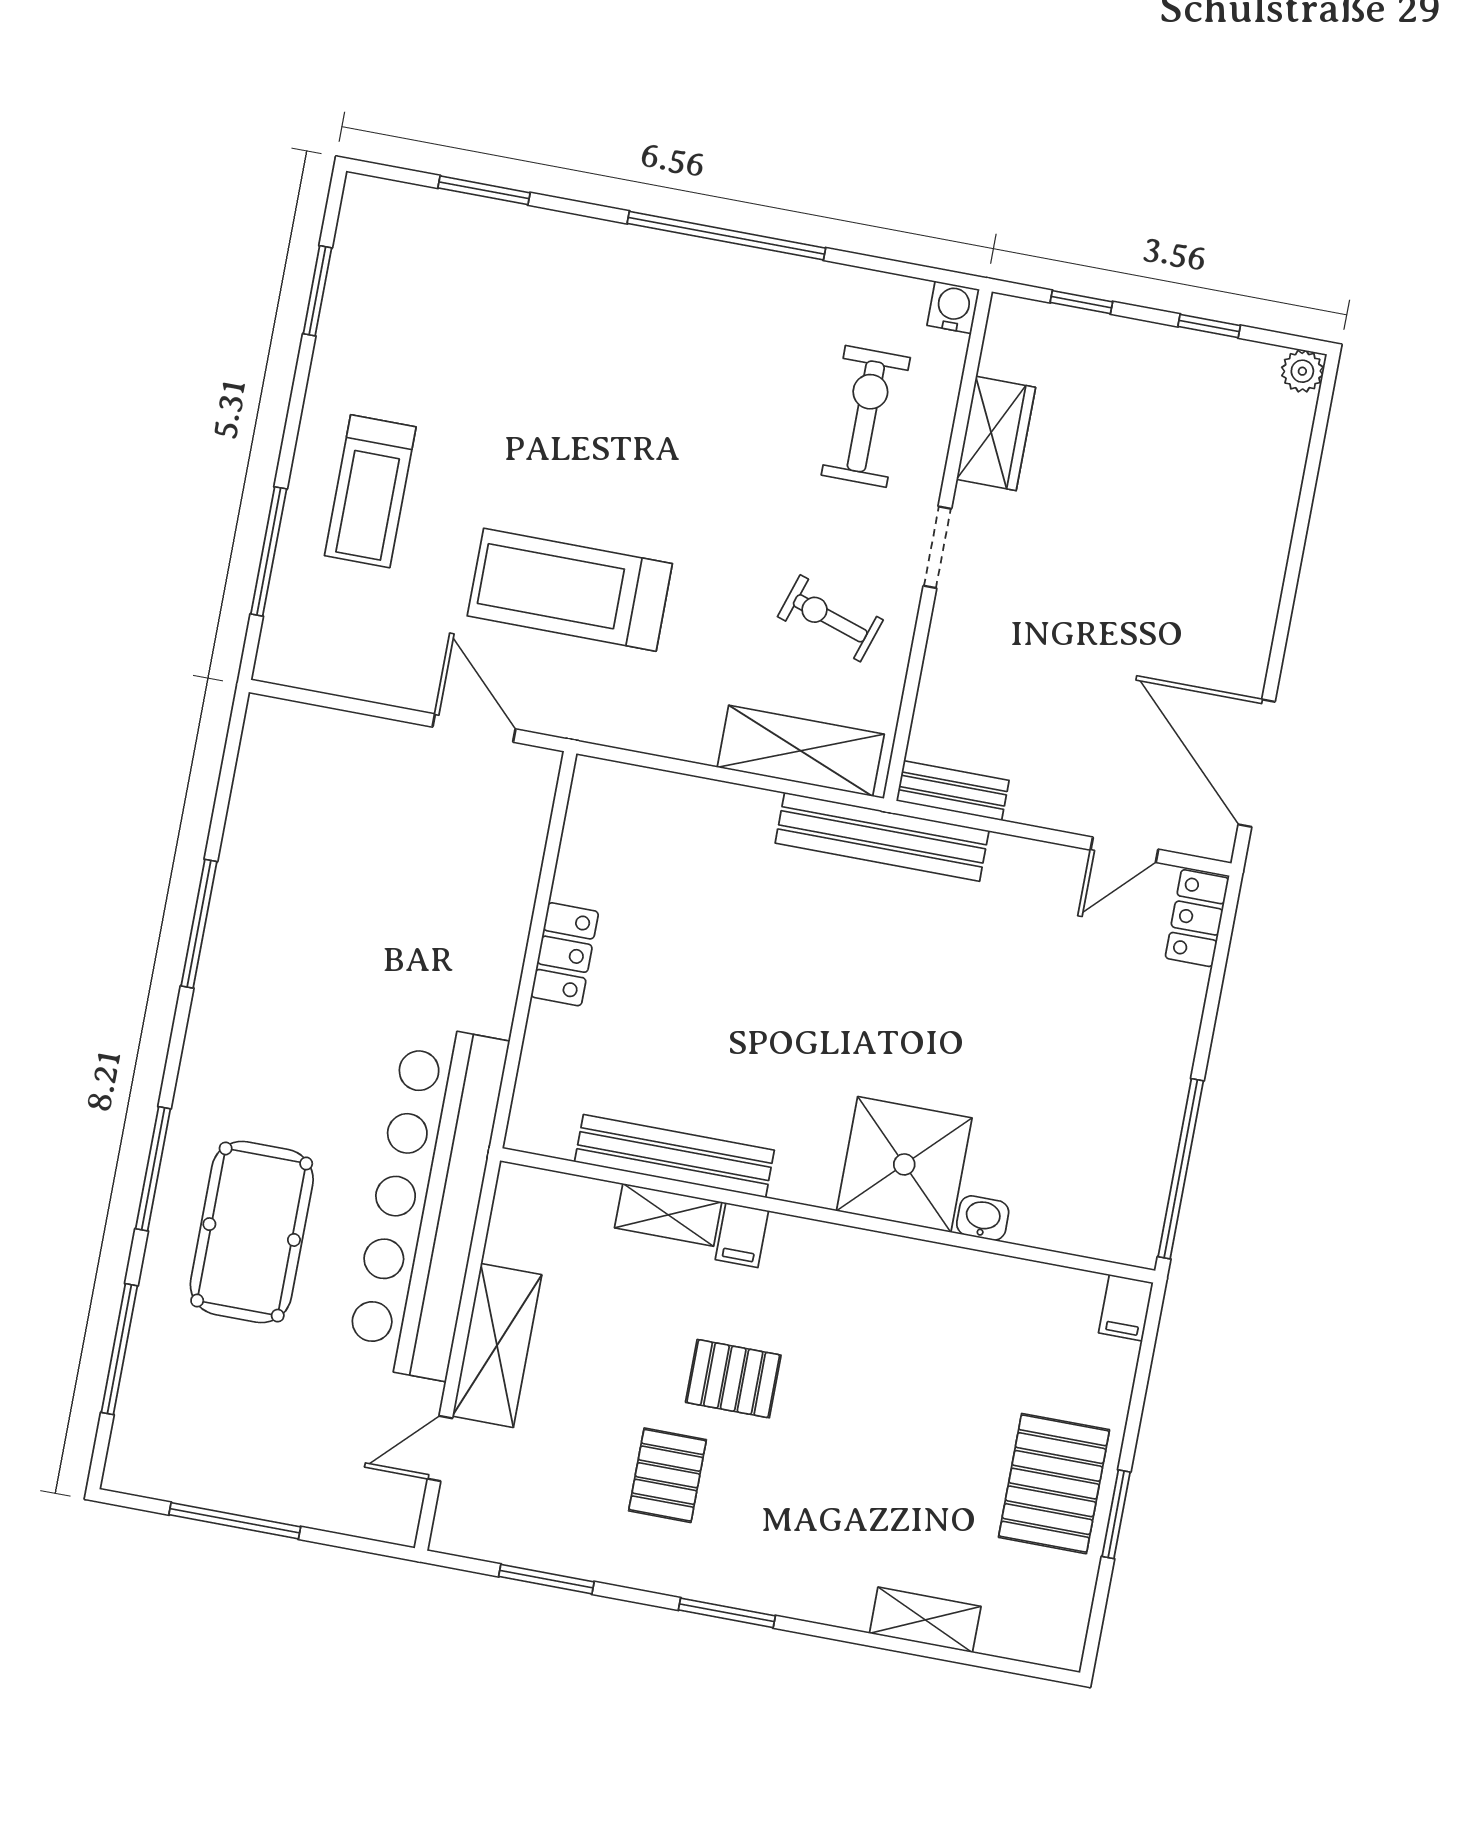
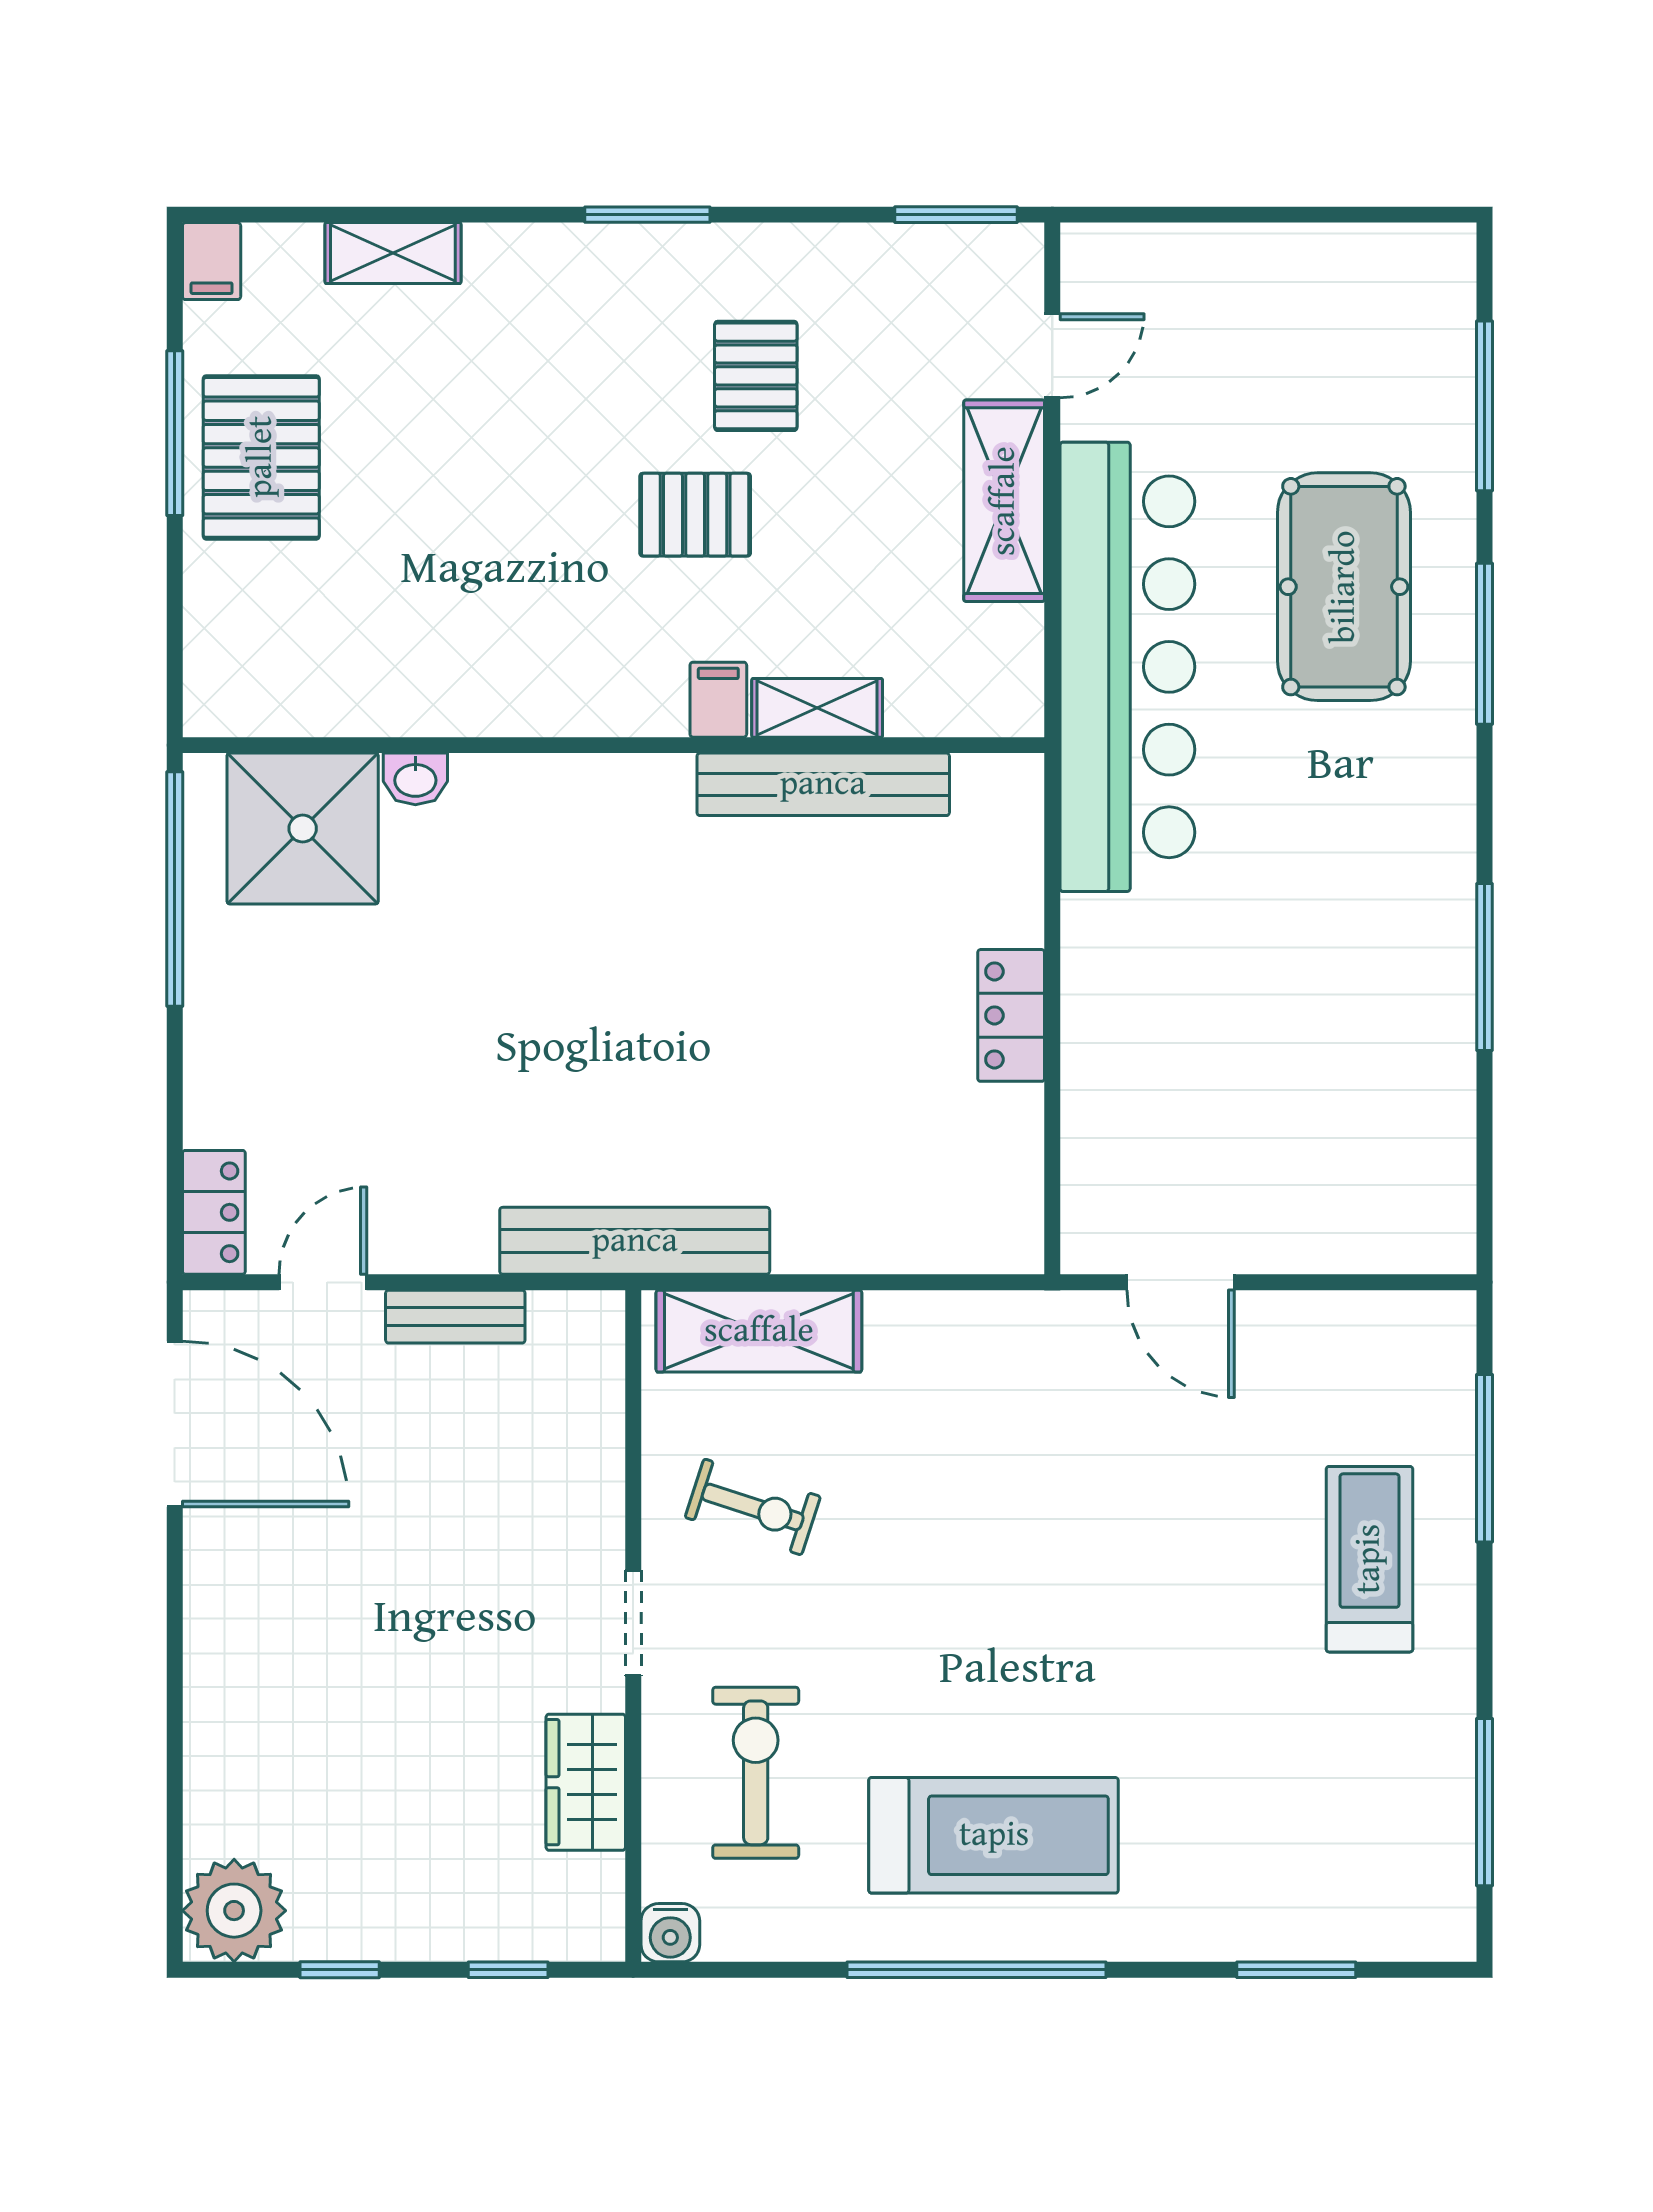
window: (317, 291) -> (1485, 1802), width x1.44
plant: (1302, 371) -> (234, 1911), width x1.87, depth x1.87
exercise bike: (866, 416) -> (756, 1773), turned 180
treadmill: (570, 590) -> (994, 1835), moved
bench: (953, 791) -> (455, 1317), moved
shower: (904, 1164) -> (303, 829), moved
filing cabinet: (1126, 1308) -> (212, 261), moved, turned 180
window: (1116, 1514) -> (175, 433), width x1.44
window: (235, 1521) -> (1297, 215), removed
window: (546, 1579) -> (956, 215), moved

